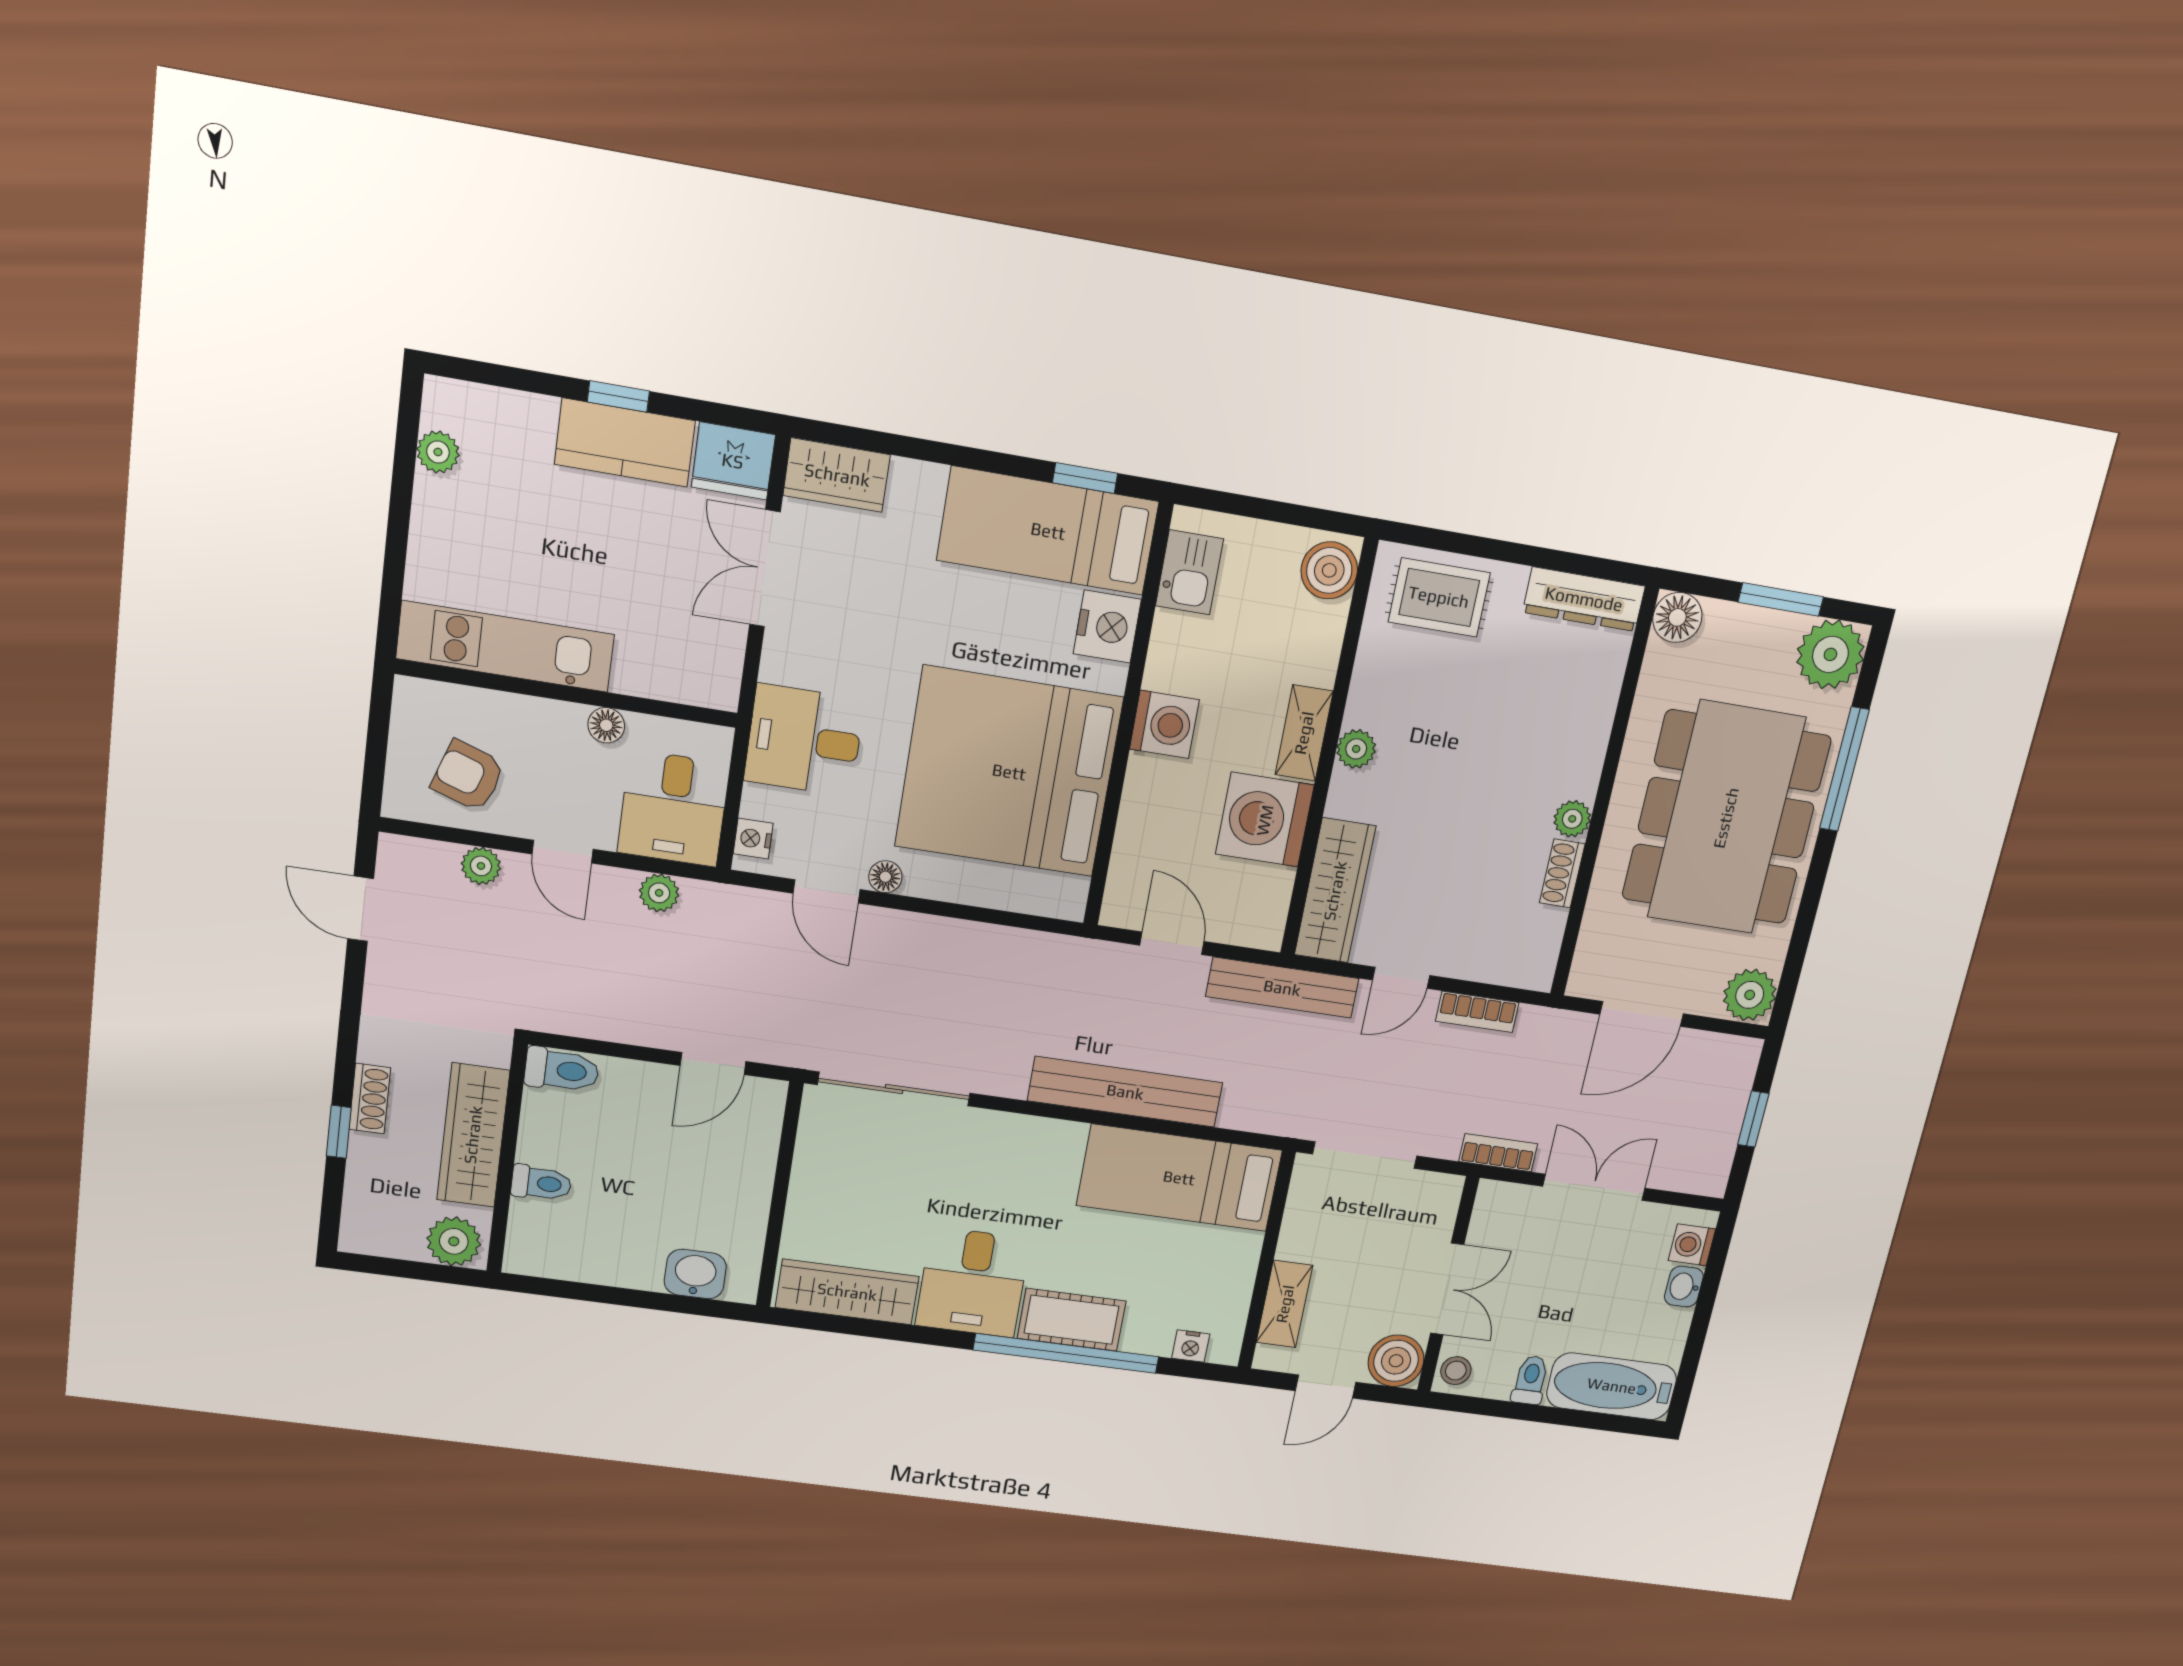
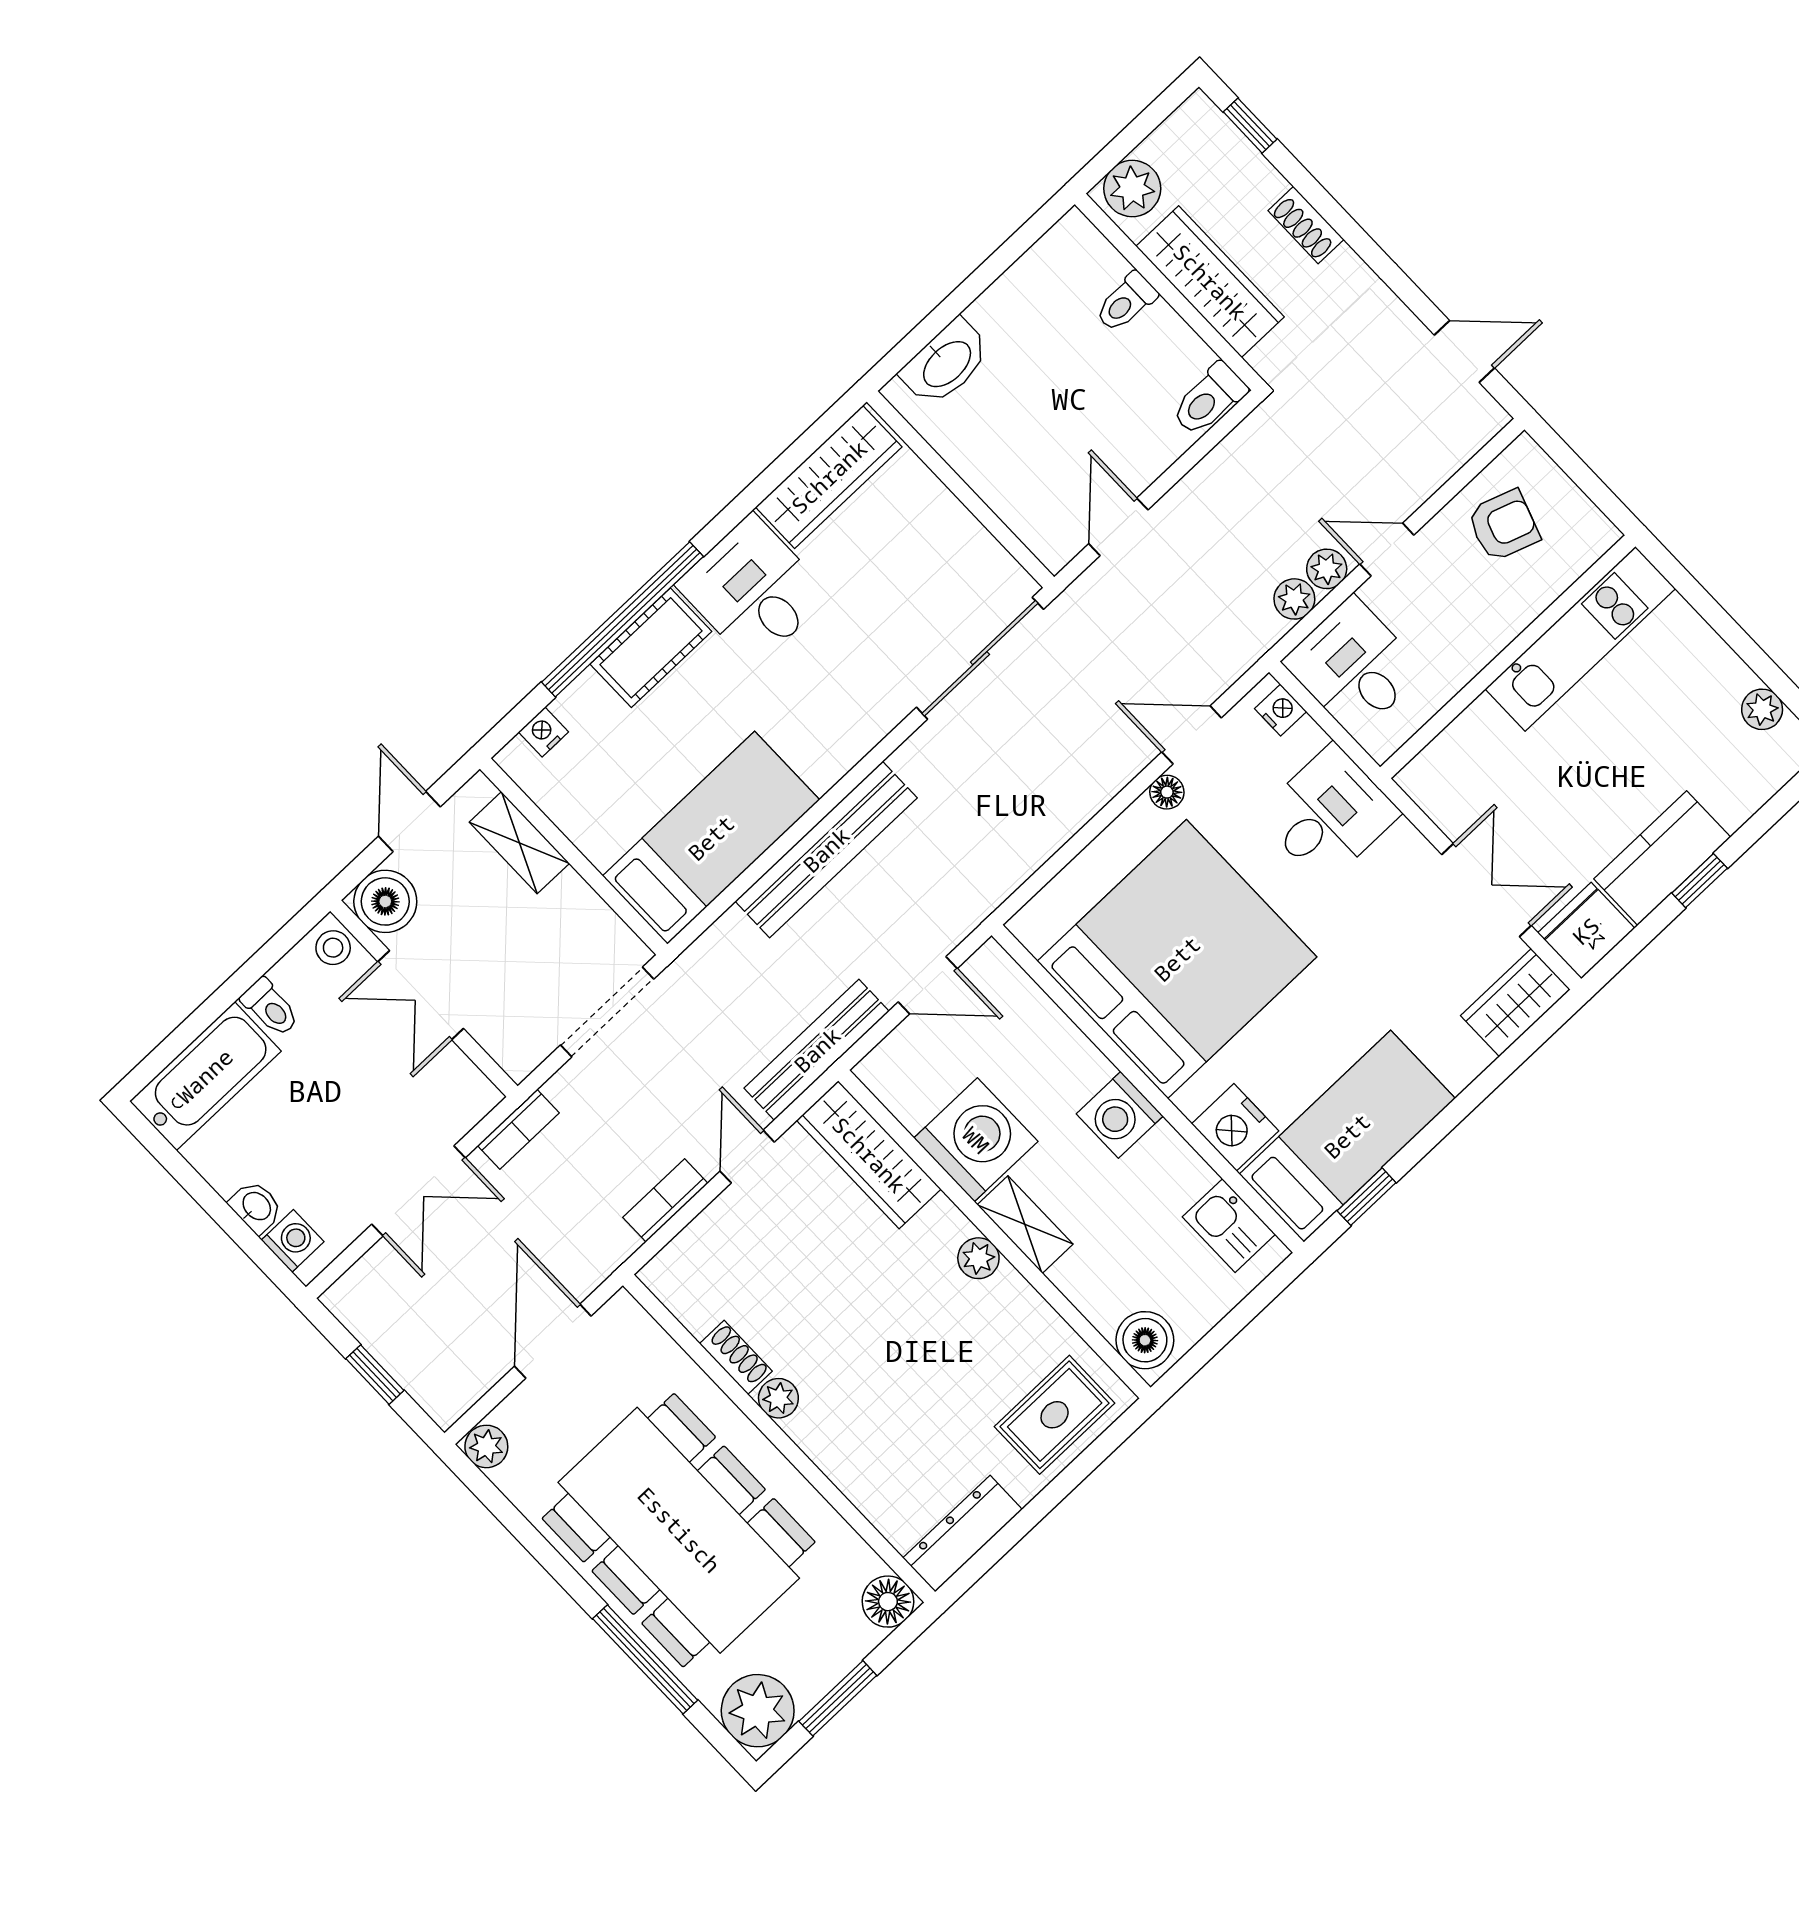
floor lamp: (606, 725) -> (1460, 667), removed
plant: (481, 866) -> (1327, 569), moved
plant: (1750, 995) -> (486, 1446), width x0.73, depth x0.73
window: (339, 1132) -> (1250, 126), moved
washbasin: (695, 1274) -> (946, 363), width x1.38

